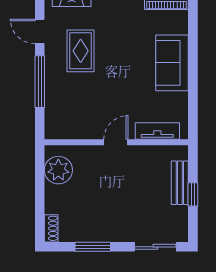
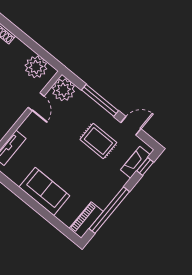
plant: (59, 125) -> (63, 90), added
door: (116, 142) -> (36, 102), moved

